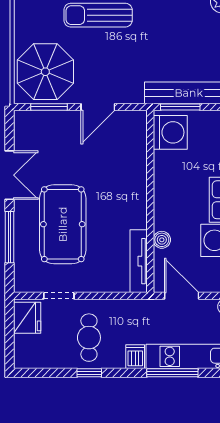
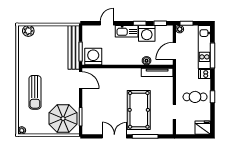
door: (98, 107) -> (81, 80), moved
pool table: (63, 224) -> (139, 110), turned 90
fridge: (27, 318) -> (203, 128), moved

